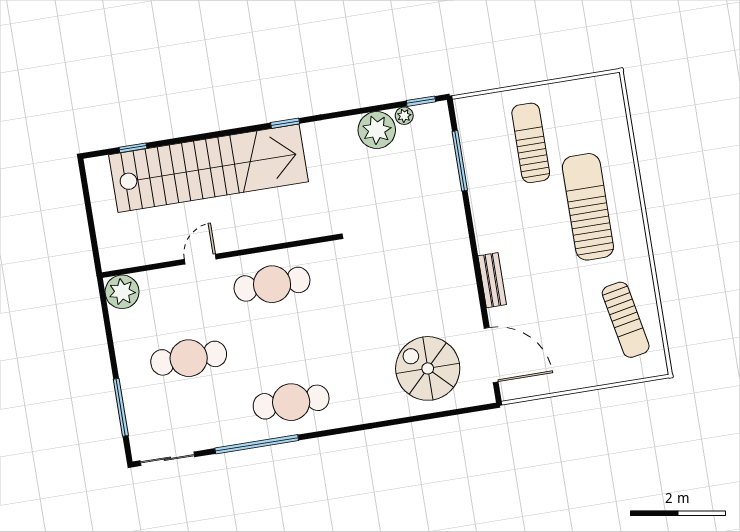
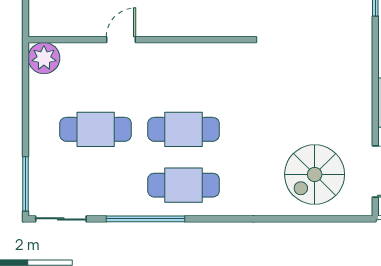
cafe table: (272, 284) -> (184, 129), moved
spiral stairs: (428, 368) -> (315, 174), turned -90
window: (121, 407) -> (26, 184), moved

